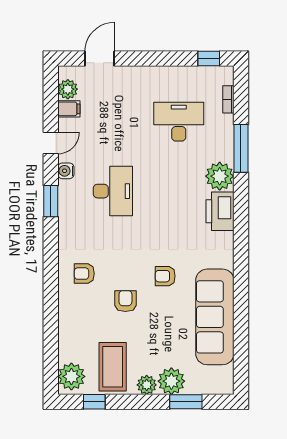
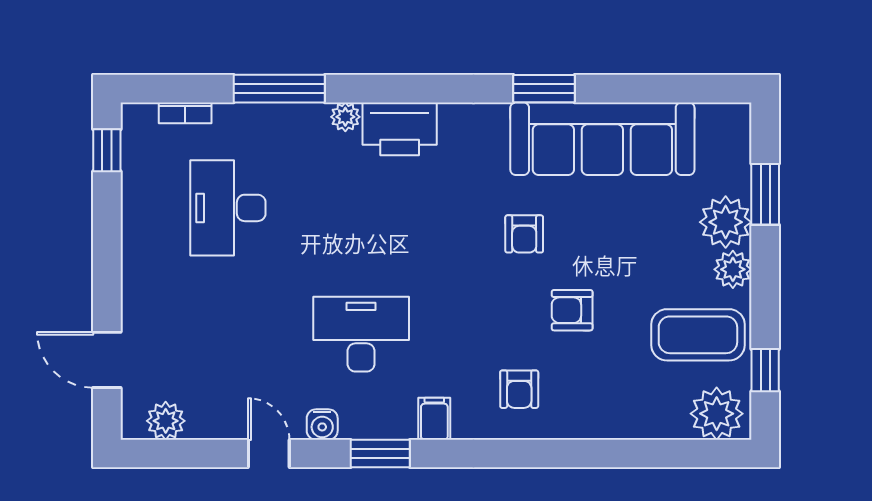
filing cabinet: (69, 109) -> (434, 419), moved
plant: (220, 176) -> (345, 117), width x0.53, depth x0.53
window: (241, 286) -> (544, 89), added

